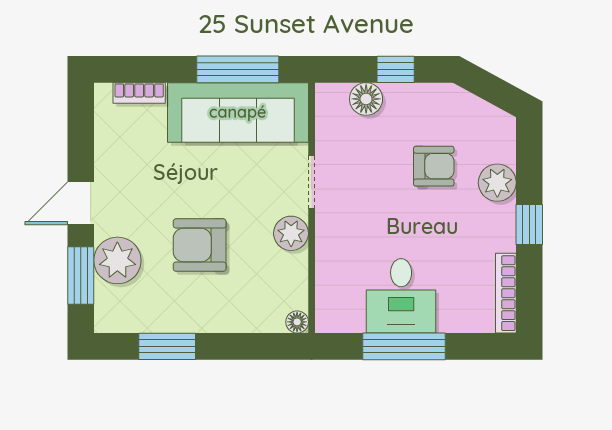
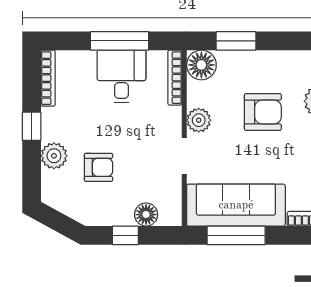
armchair: (434, 166) -> (99, 167), turned 180
bookcase: (325, 294) -> (175, 78), added
floor lamp: (297, 322) -> (201, 65), width x1.89, depth x1.89
window: (167, 346) -> (236, 41), moved

